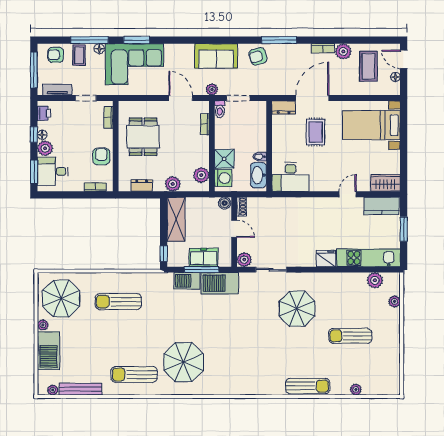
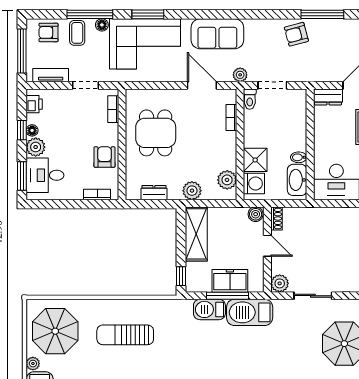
sofa: (216, 56) -> (217, 34), moved

